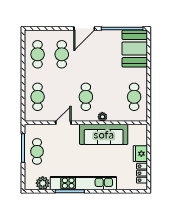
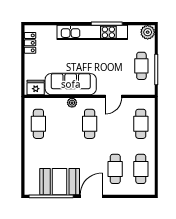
booth: (135, 49) -> (60, 182), moved, turned 90
fridge: (140, 154) -> (36, 88), moved, turned -90
plant: (43, 183) -> (148, 32), moved

